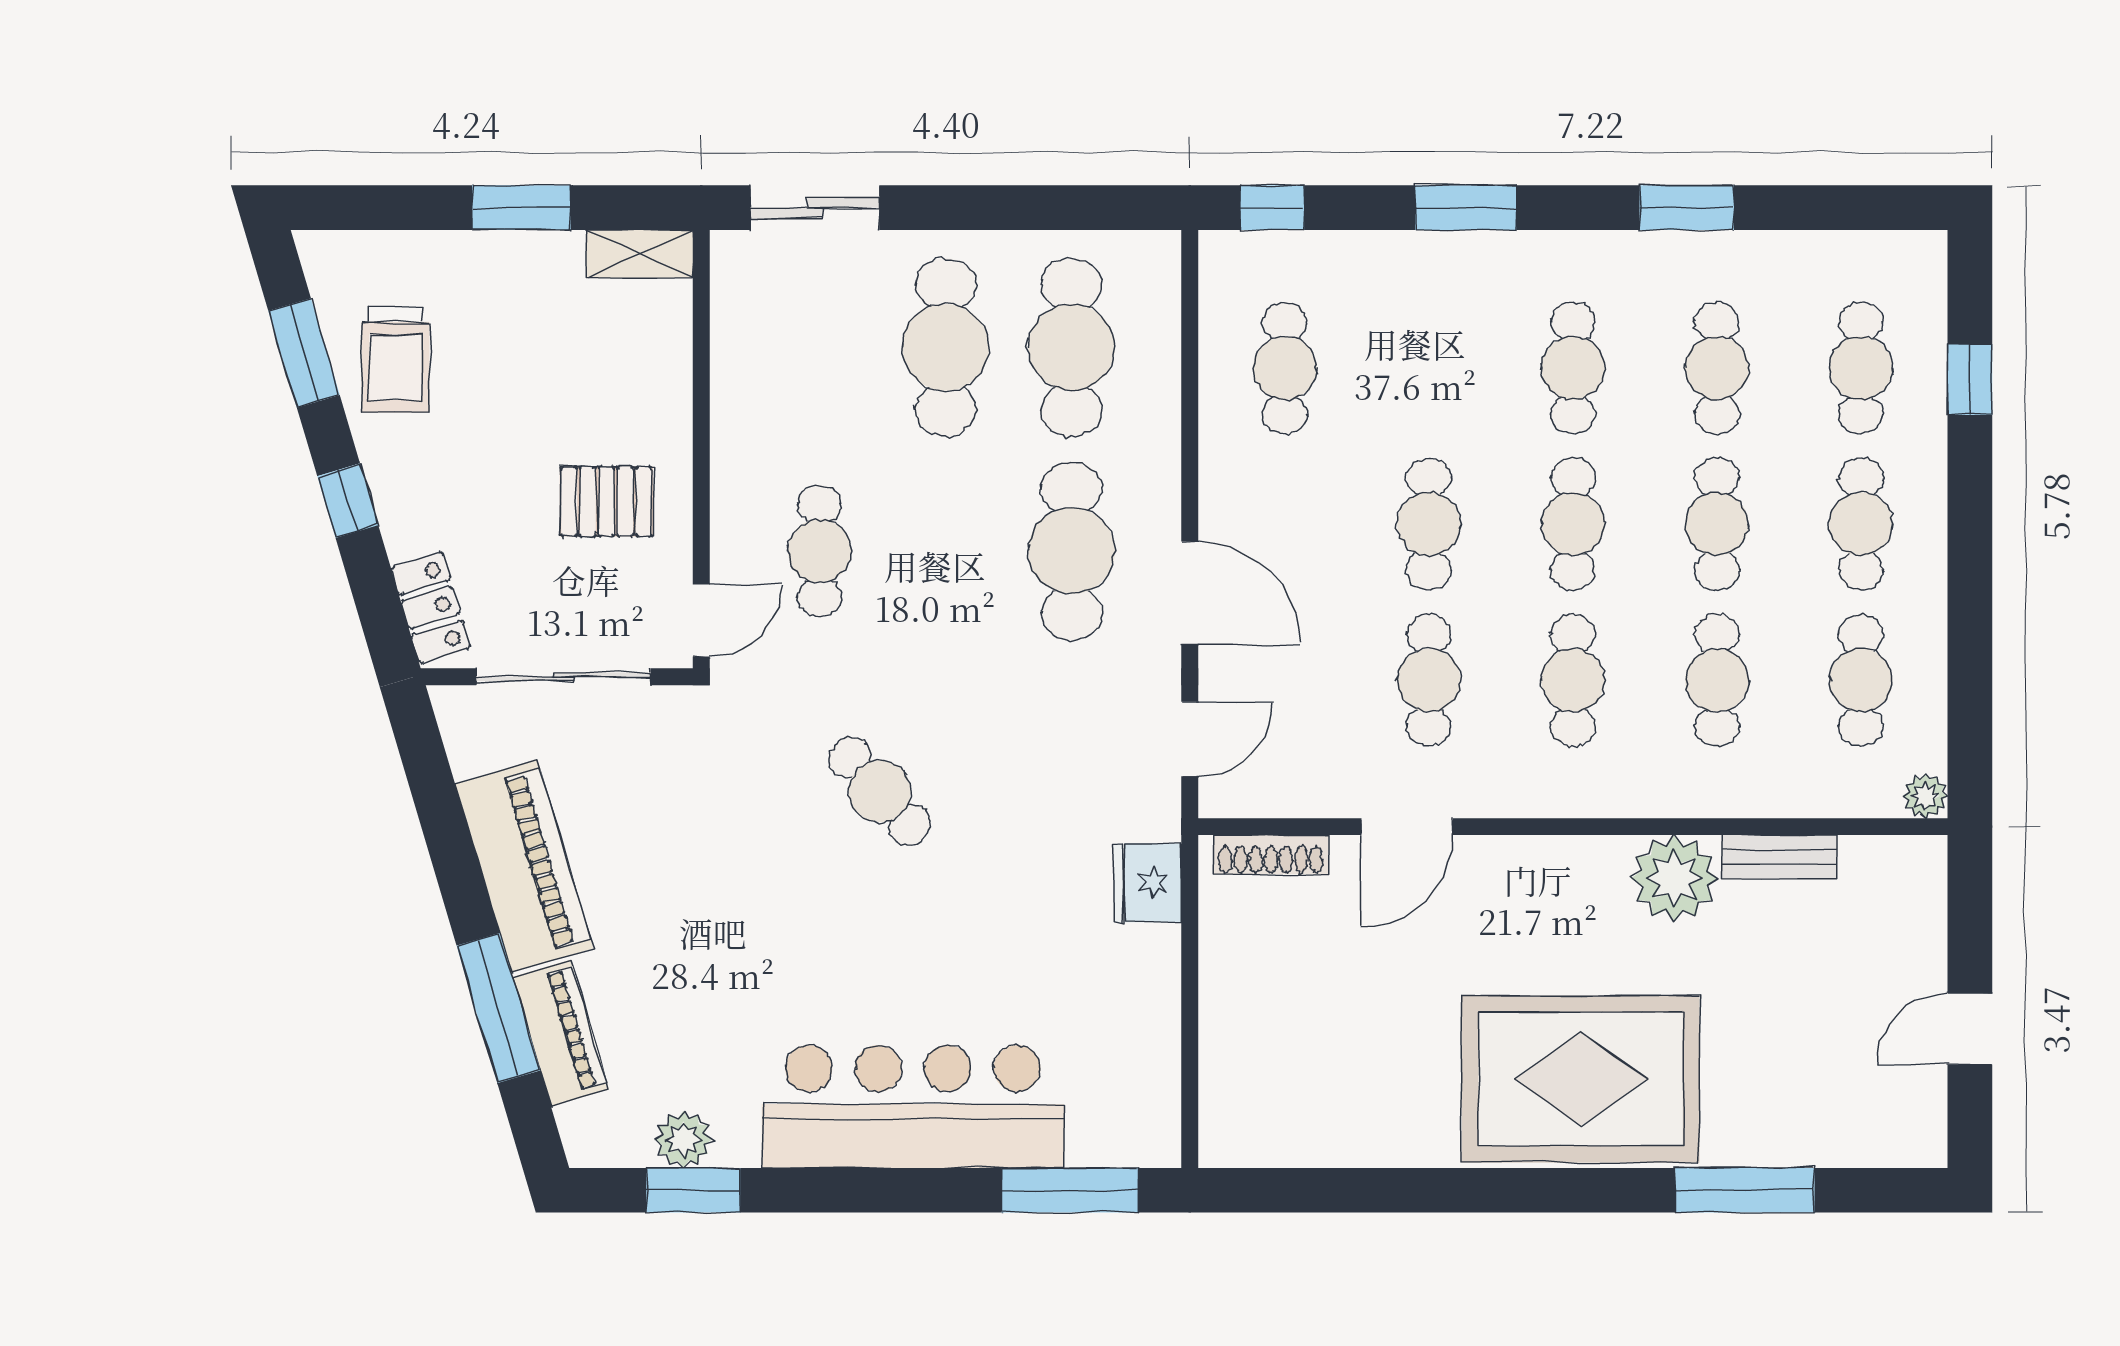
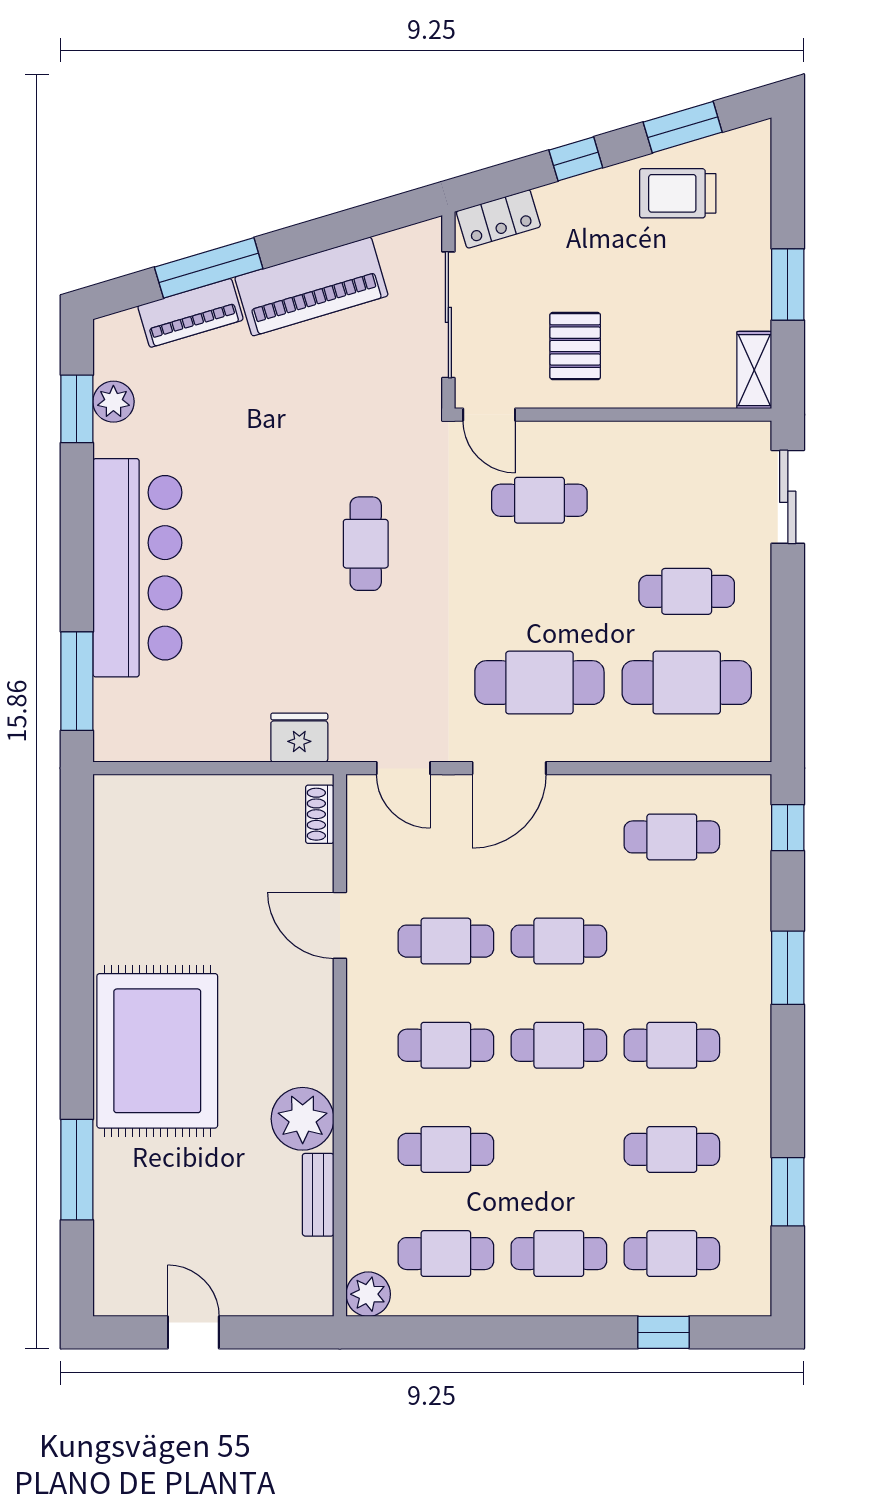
window: (1687, 208) -> (788, 1192), moved
cafe table: (946, 347) -> (687, 591), width x0.73, depth x0.74
cafe table: (1717, 524) -> (559, 1149), removed
cafe table: (880, 791) -> (366, 544), turned -48
plant: (1925, 796) -> (368, 1294), width x1.38, depth x1.38
shoe rack: (1271, 855) -> (320, 814), width x0.70

